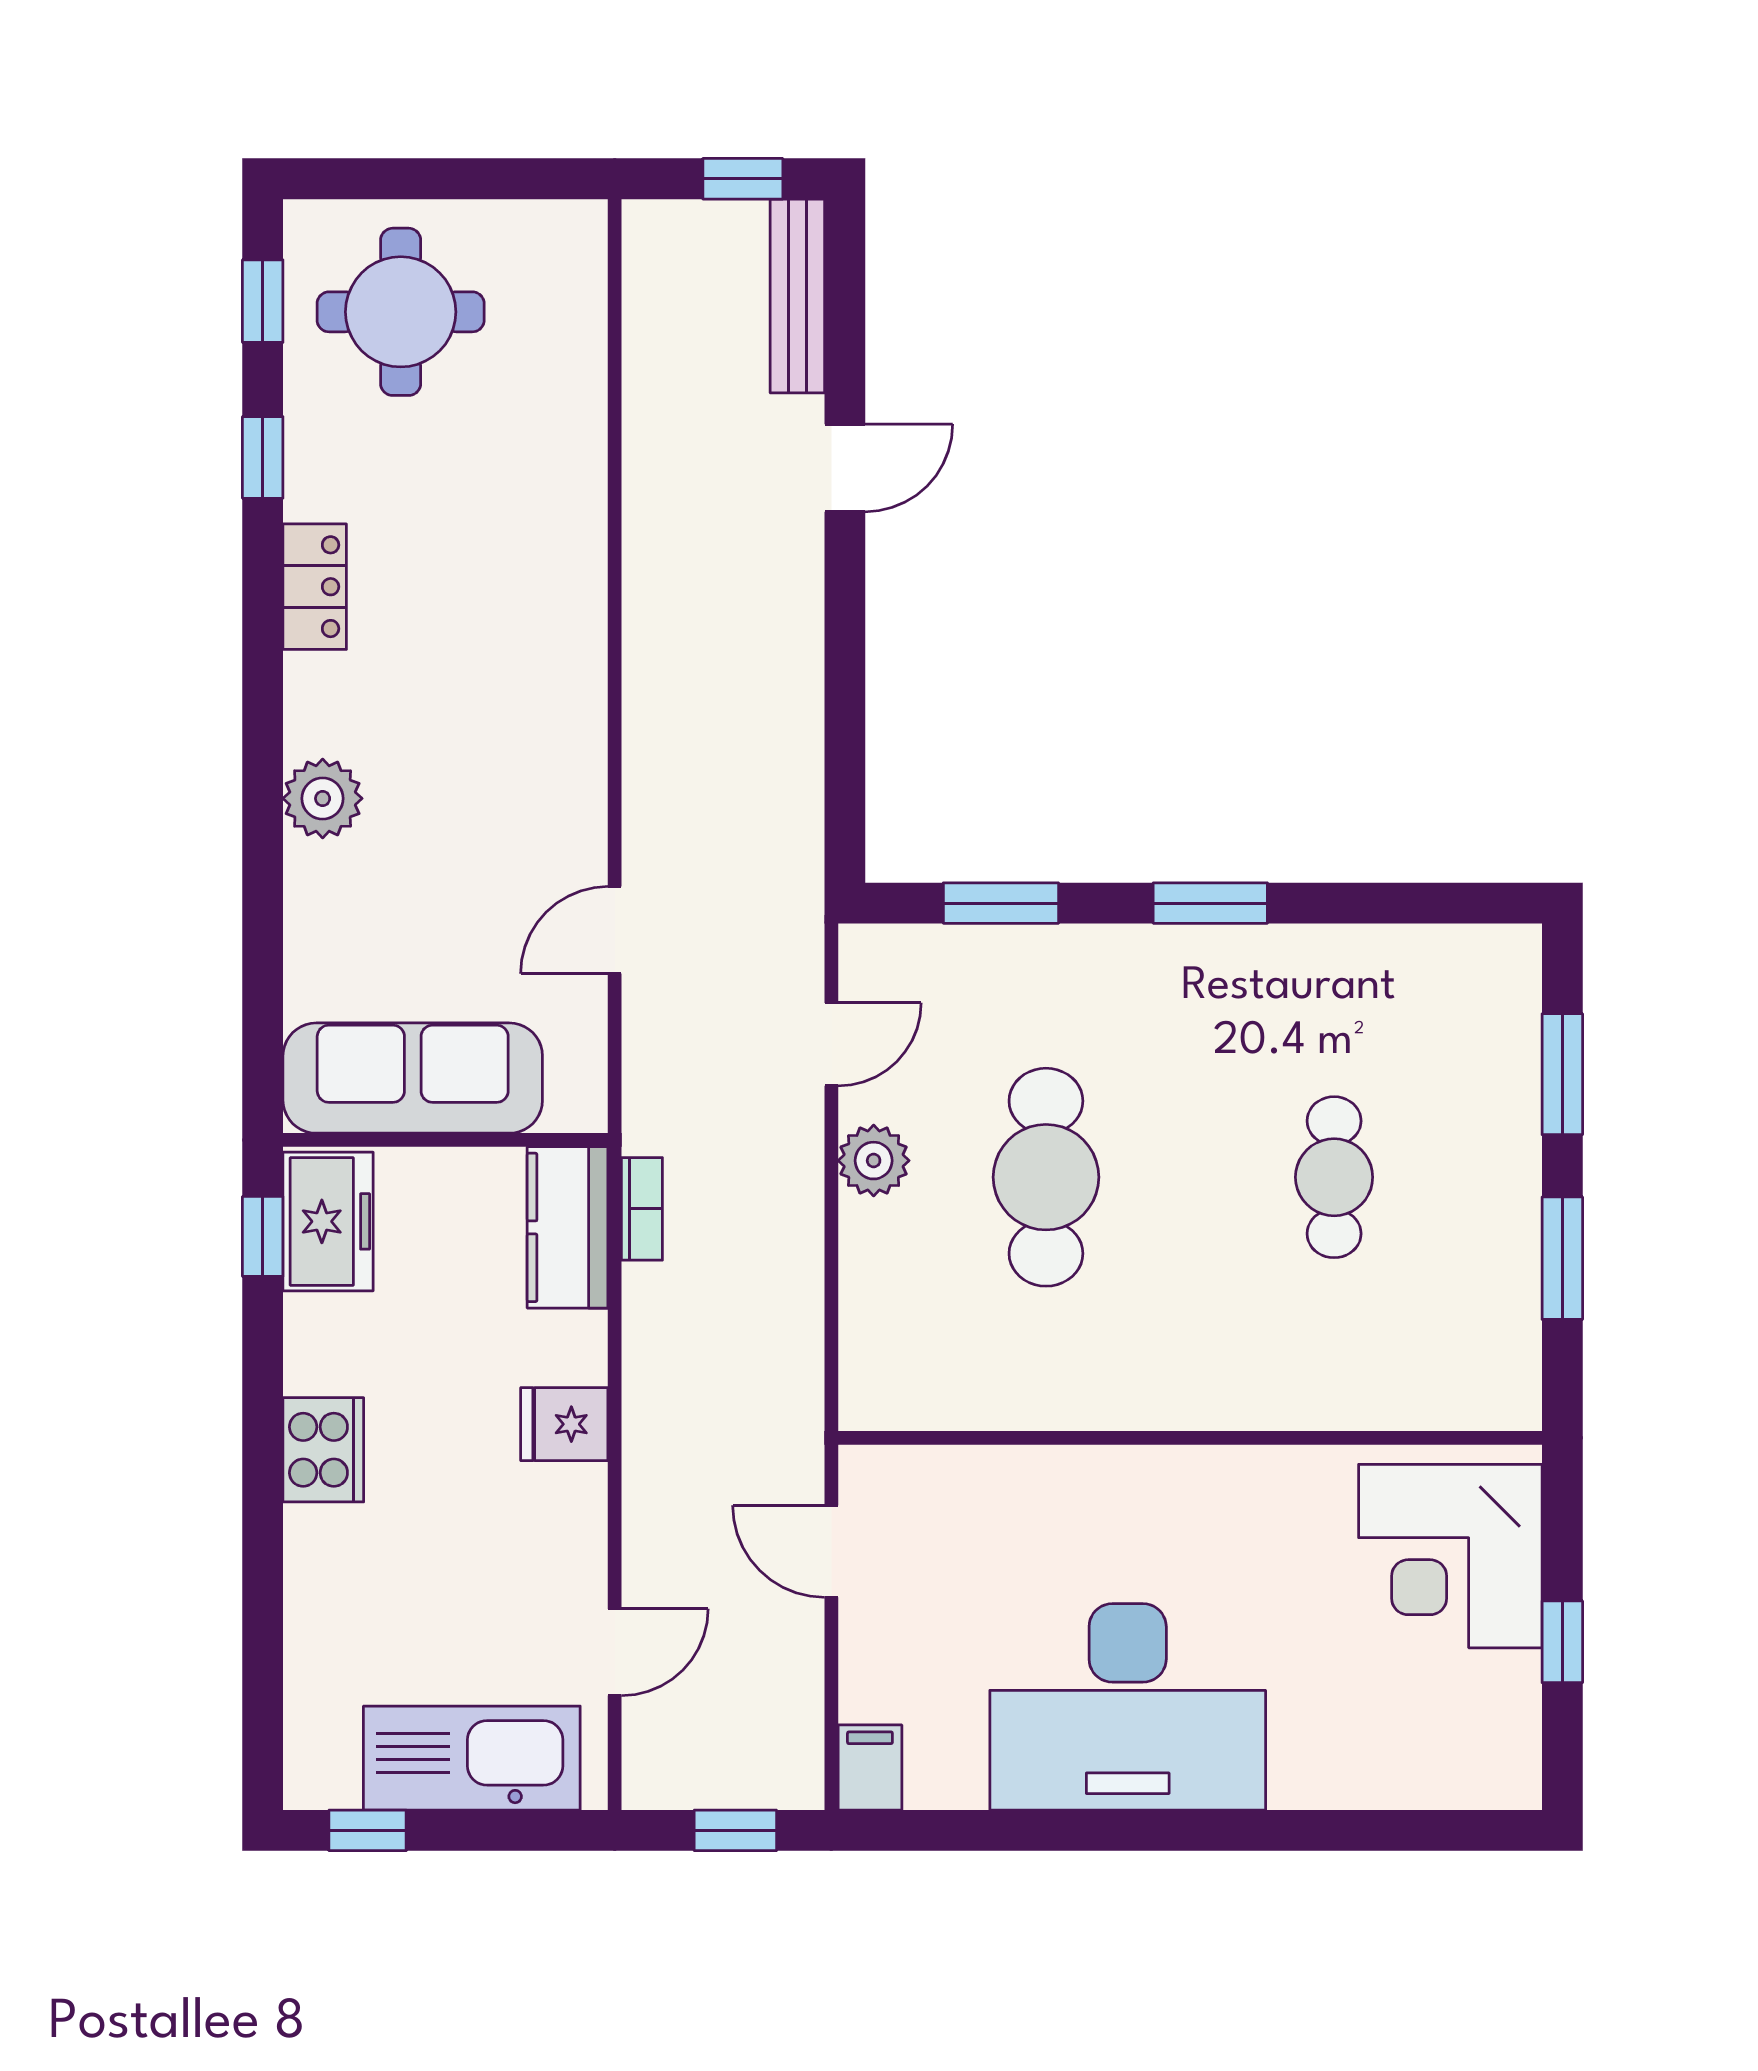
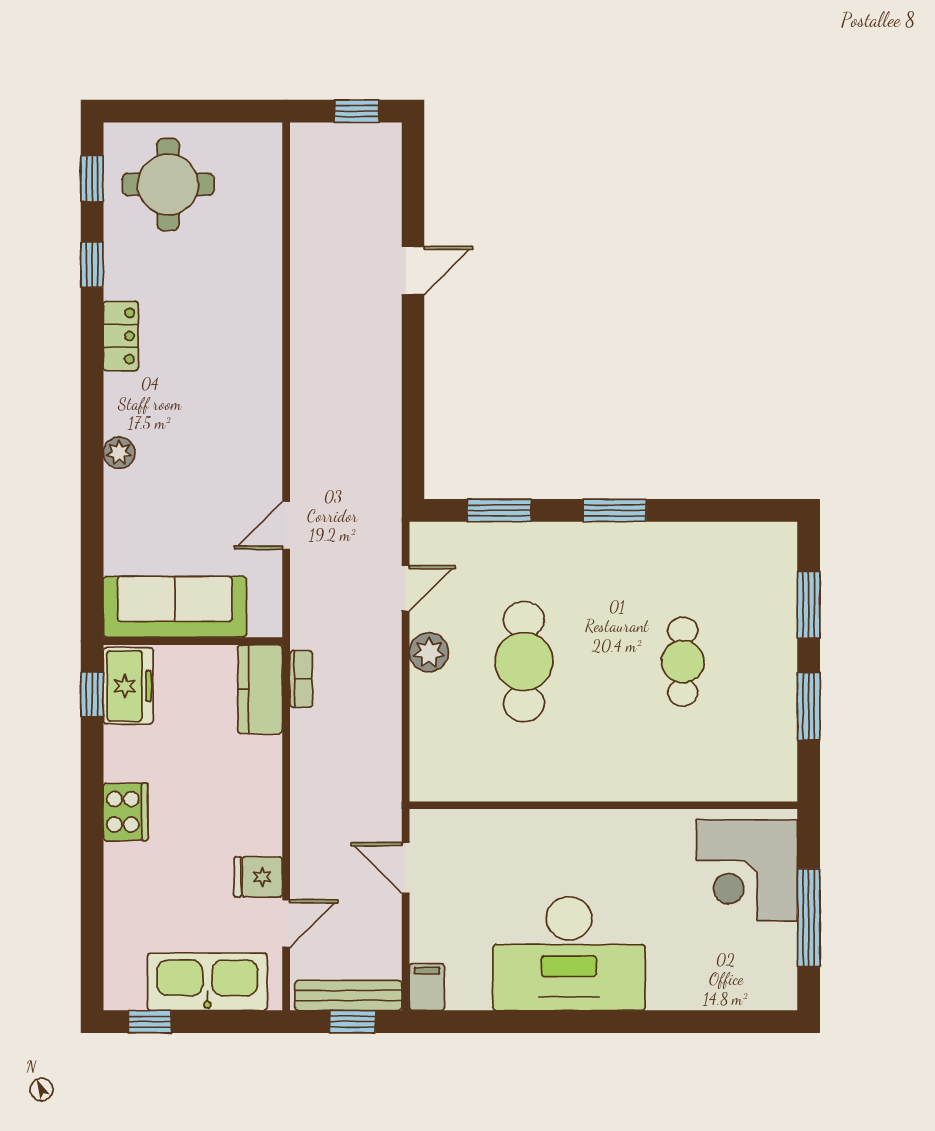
bench: (797, 296) -> (348, 996), moved, turned 90
plant: (323, 798) -> (119, 453), width x0.73, depth x0.73
fridge: (564, 1424) -> (258, 877), moved
window: (1562, 1642) -> (809, 918), width x2.17

